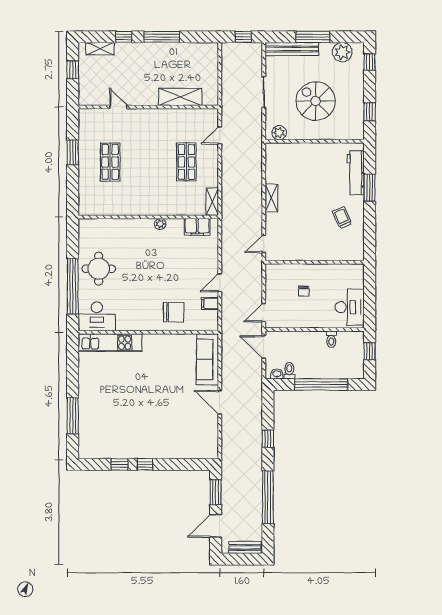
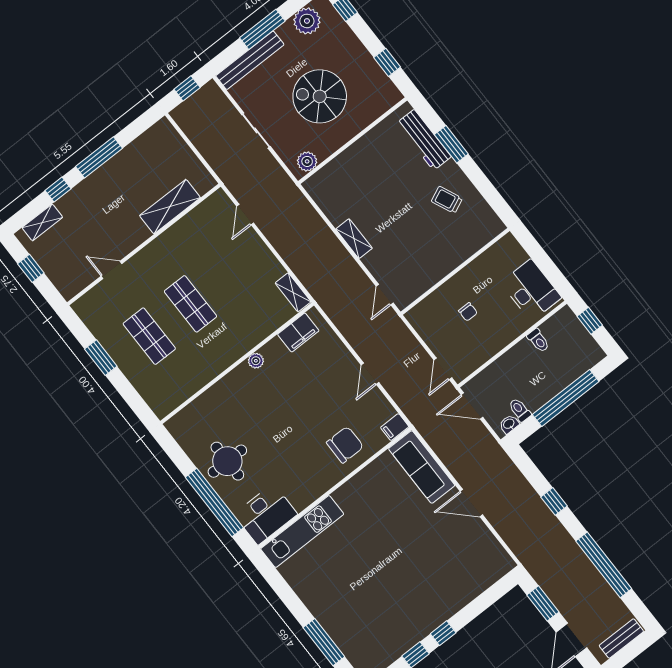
shop shelf: (186, 162) -> (190, 304), moved
filing cabinet: (210, 303) -> (395, 427), moved

